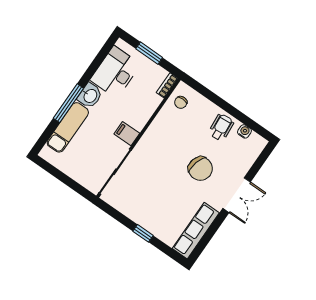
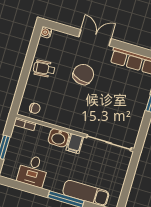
desk: (115, 72) -> (33, 171), width x0.73
washbasin: (90, 96) -> (59, 138), moved, turned 180
water cooler: (244, 131) -> (46, 32), moved

